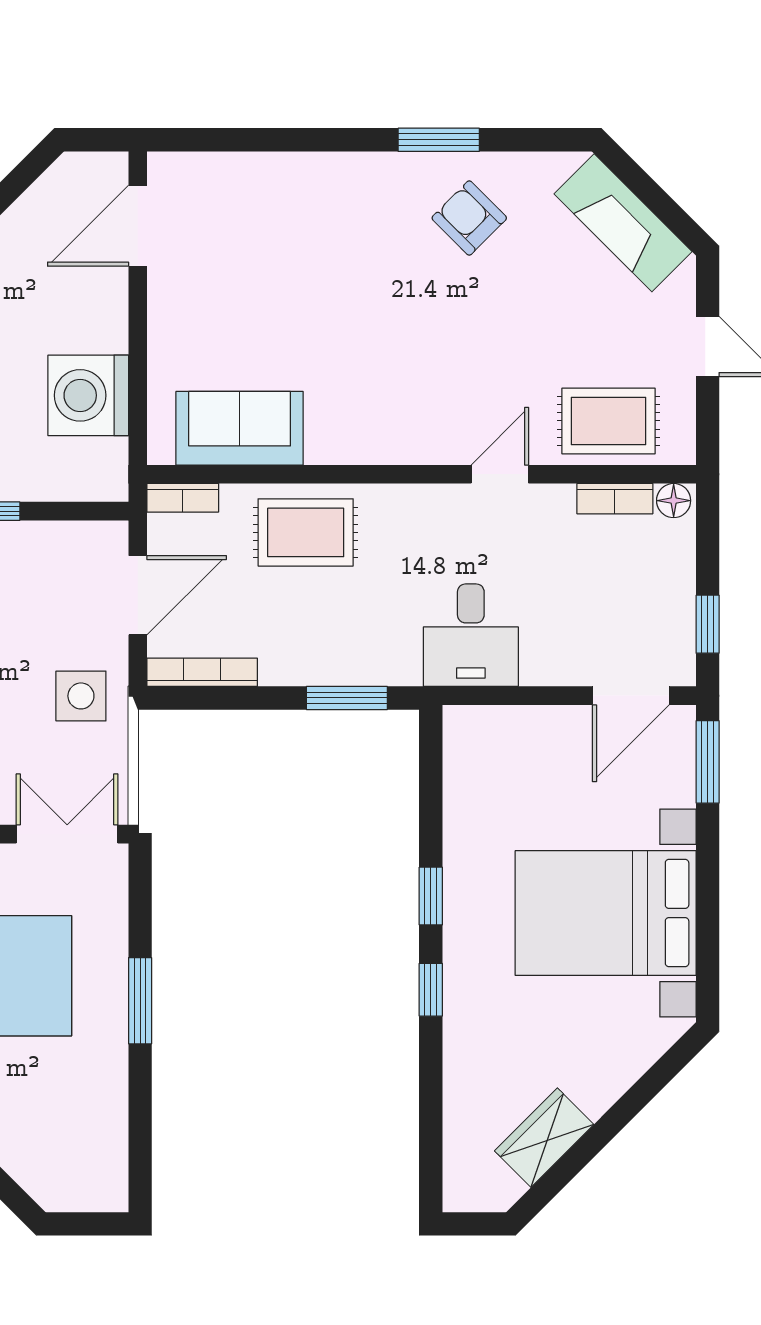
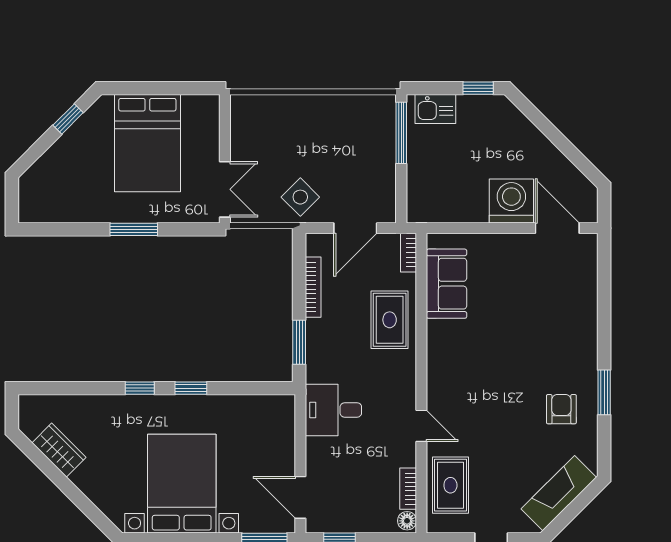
armchair: (469, 218) -> (561, 409), turned -45
washing machine: (88, 395) -> (511, 201), moved
door: (138, 595) -> (355, 228), hinge flipped
bookcase: (202, 672) -> (313, 287), moved
side table: (81, 696) -> (300, 197), turned 45

